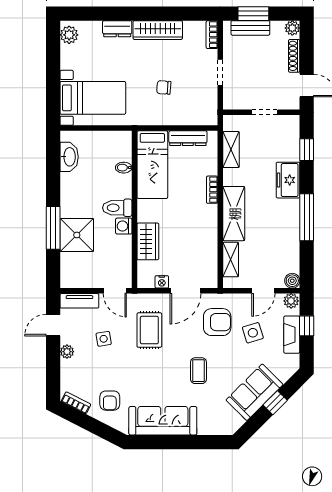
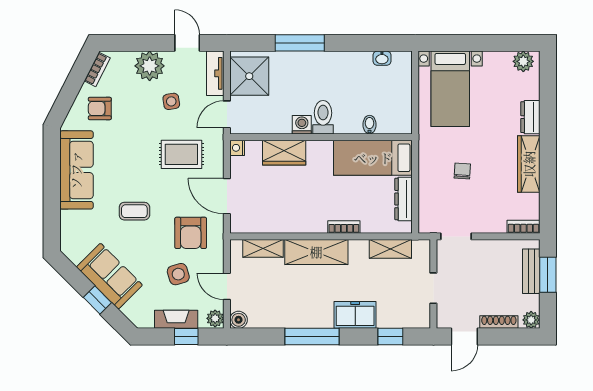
doorway: (220, 72) -> (456, 236), moved
washbasin: (69, 157) -> (382, 58), width x0.52, depth x0.69
shower: (77, 235) -> (249, 76), moved
nightstand: (162, 282) -> (237, 148), moved
plant: (67, 352) -> (150, 66), width x1.87, depth x1.87

